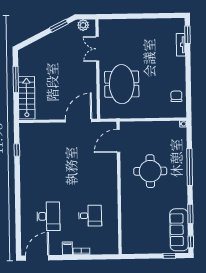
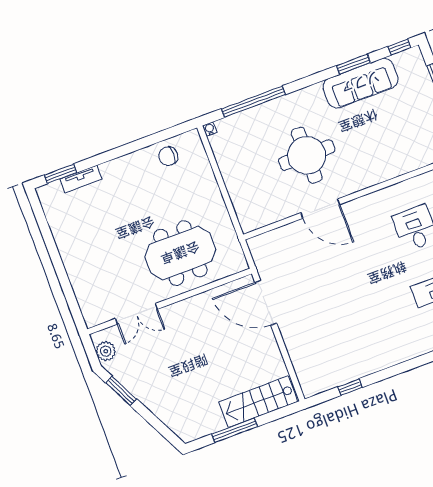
door: (118, 141) -> (320, 209), moved
window: (190, 167) -> (253, 102), moved
sofa: (179, 230) -> (360, 83), moved

